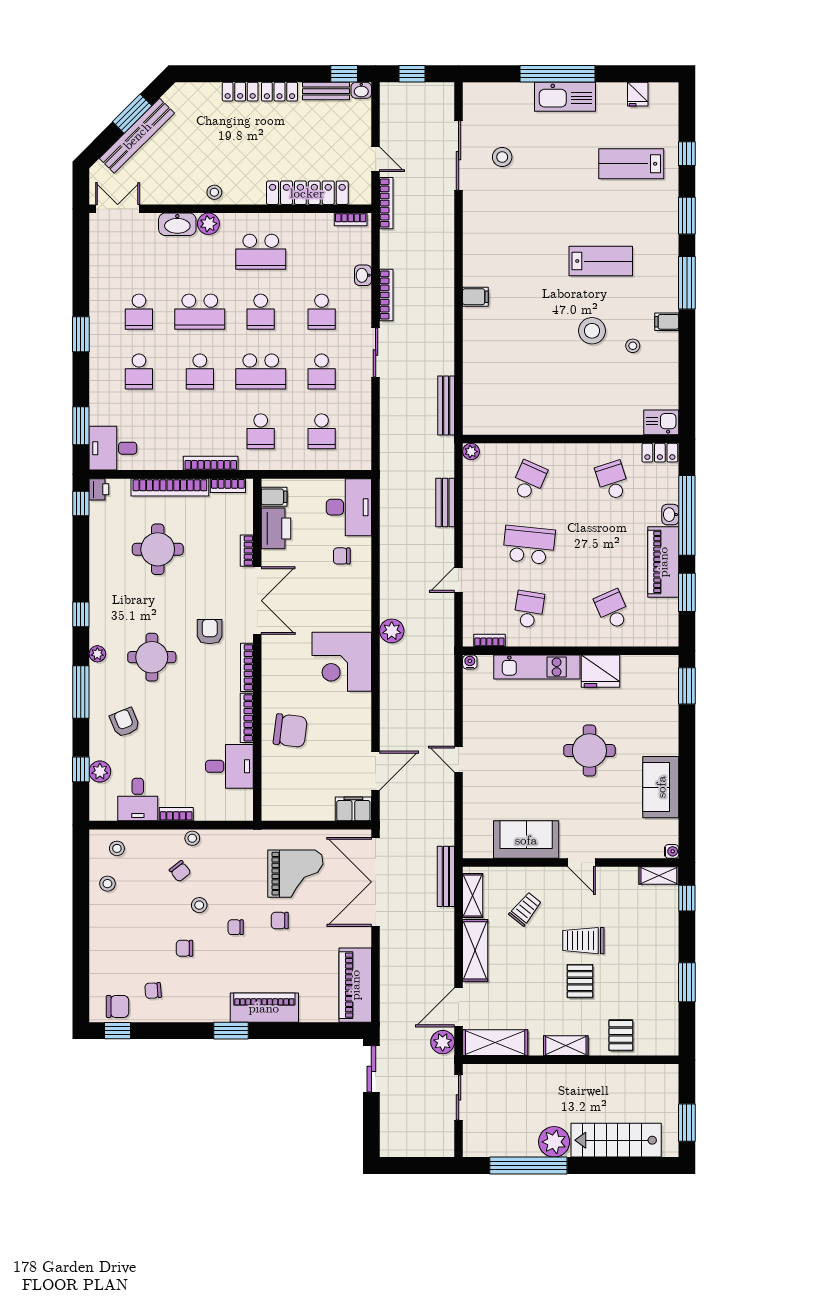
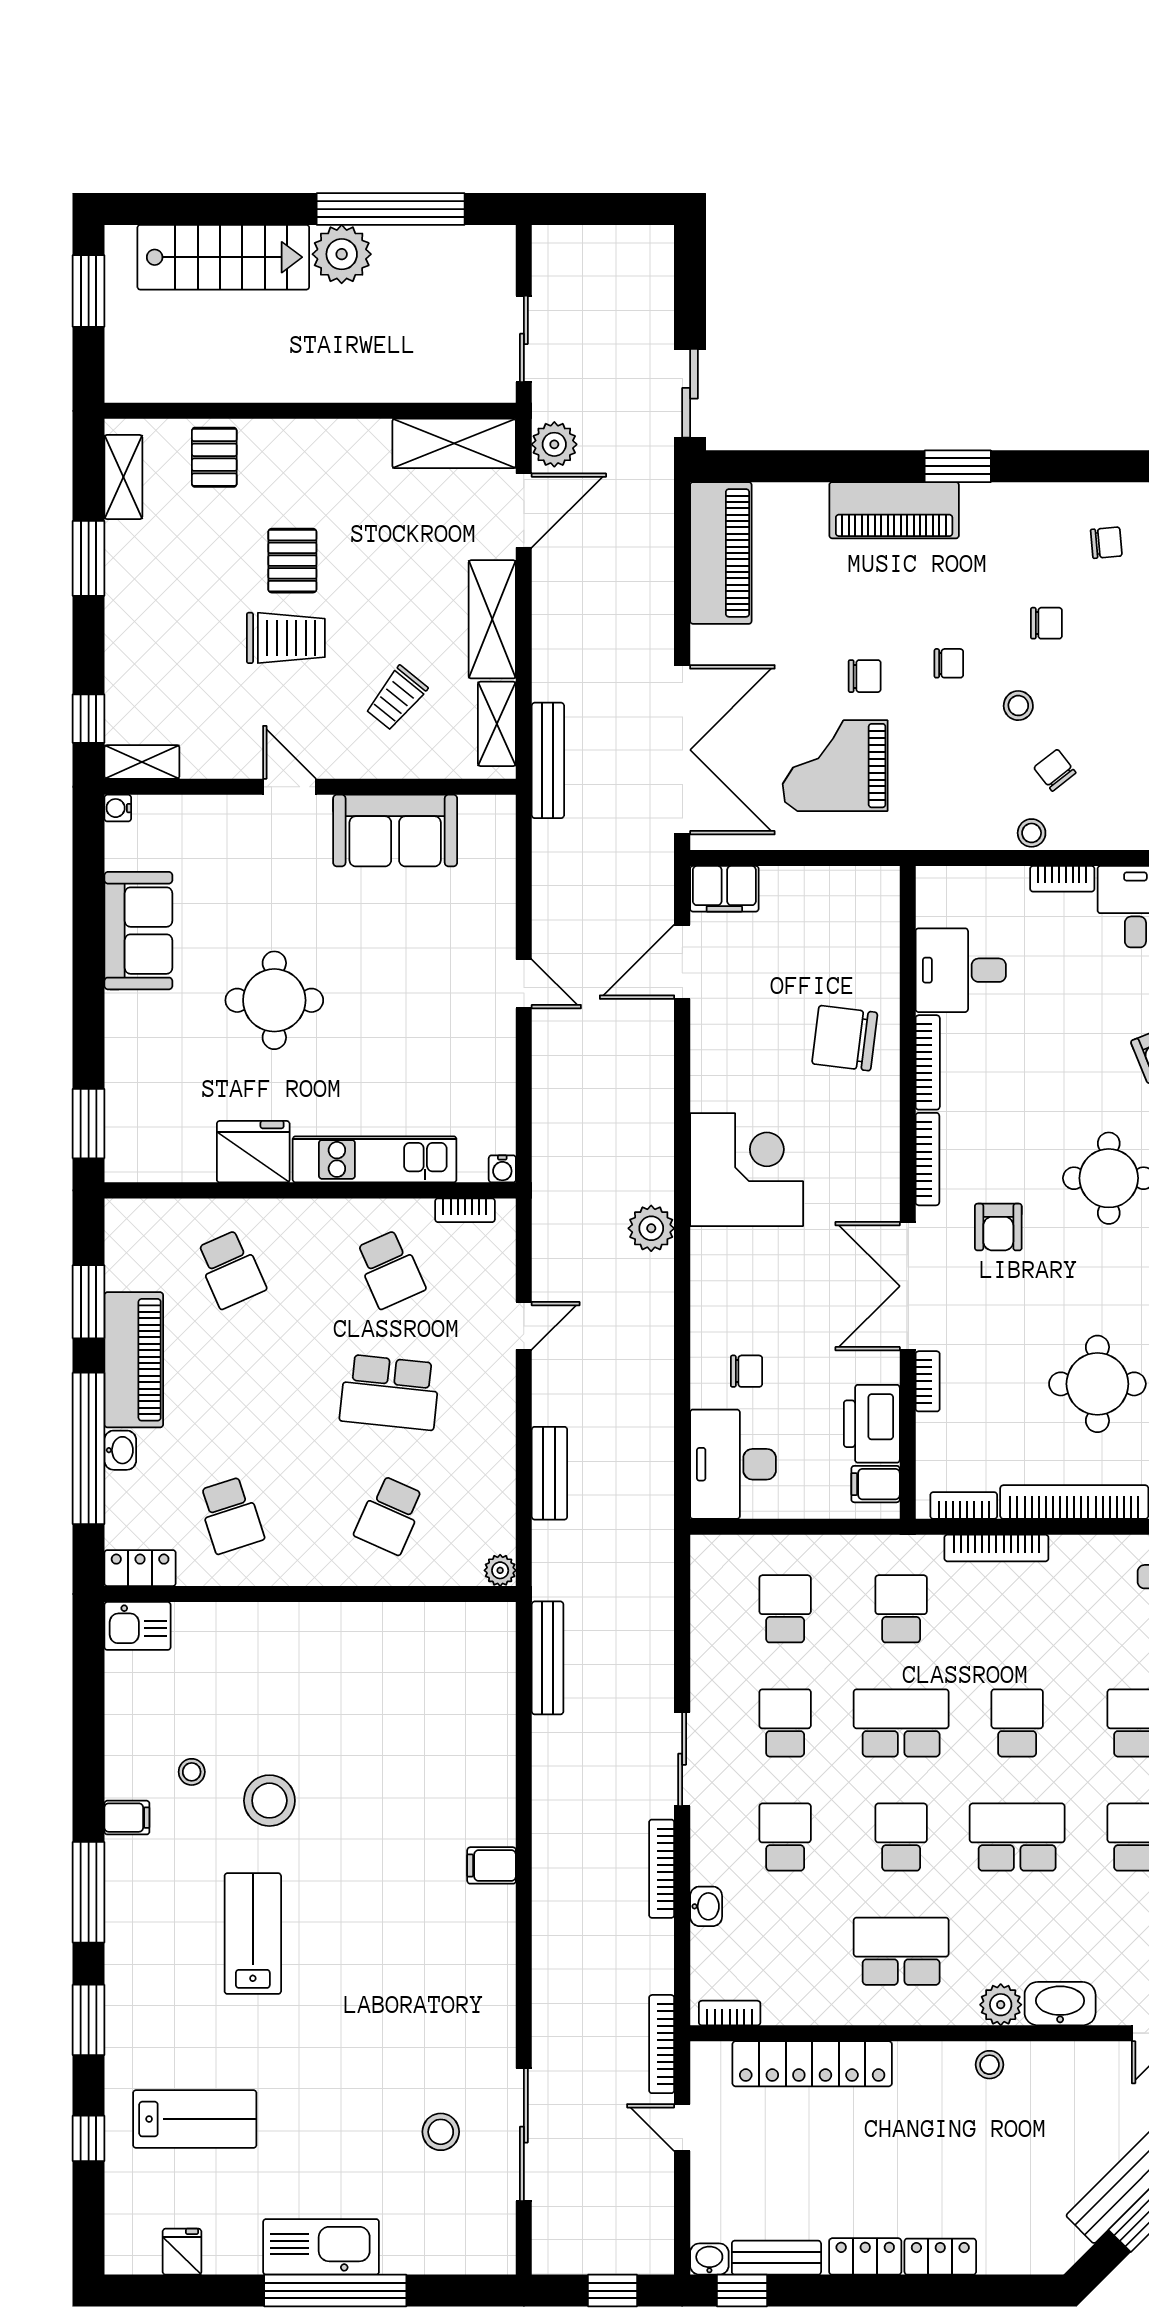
lab bench: (601, 261) -> (253, 1934), turned 90
school desk: (529, 609) -> (390, 1269), turned -33
shelving: (566, 1046) -> (123, 477), moved, turned 90

